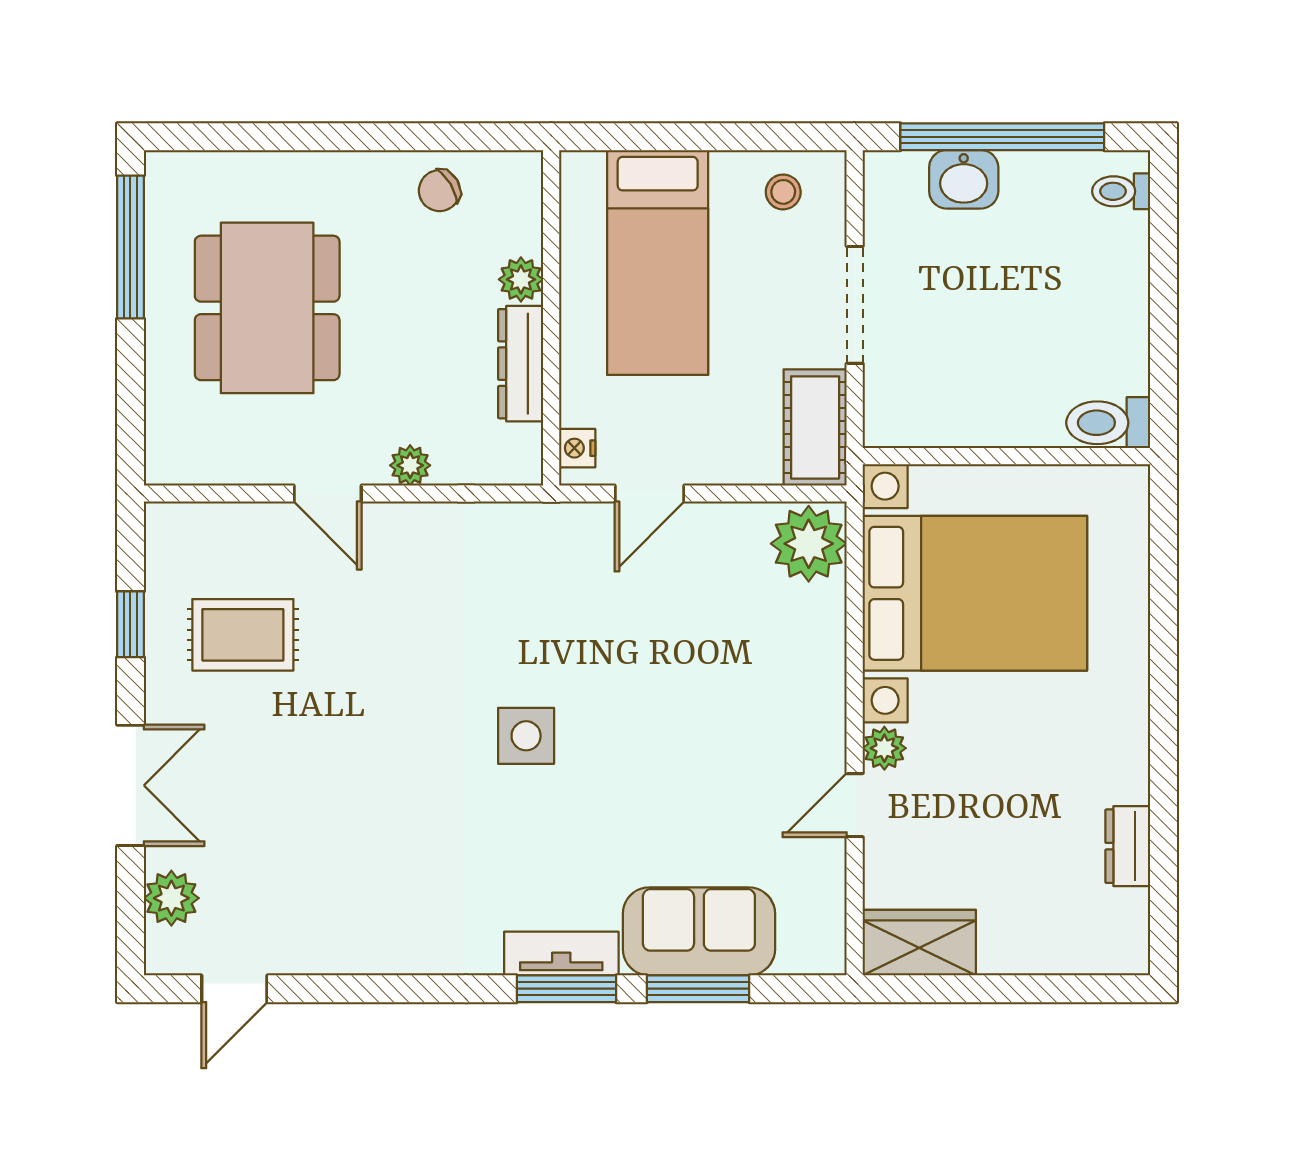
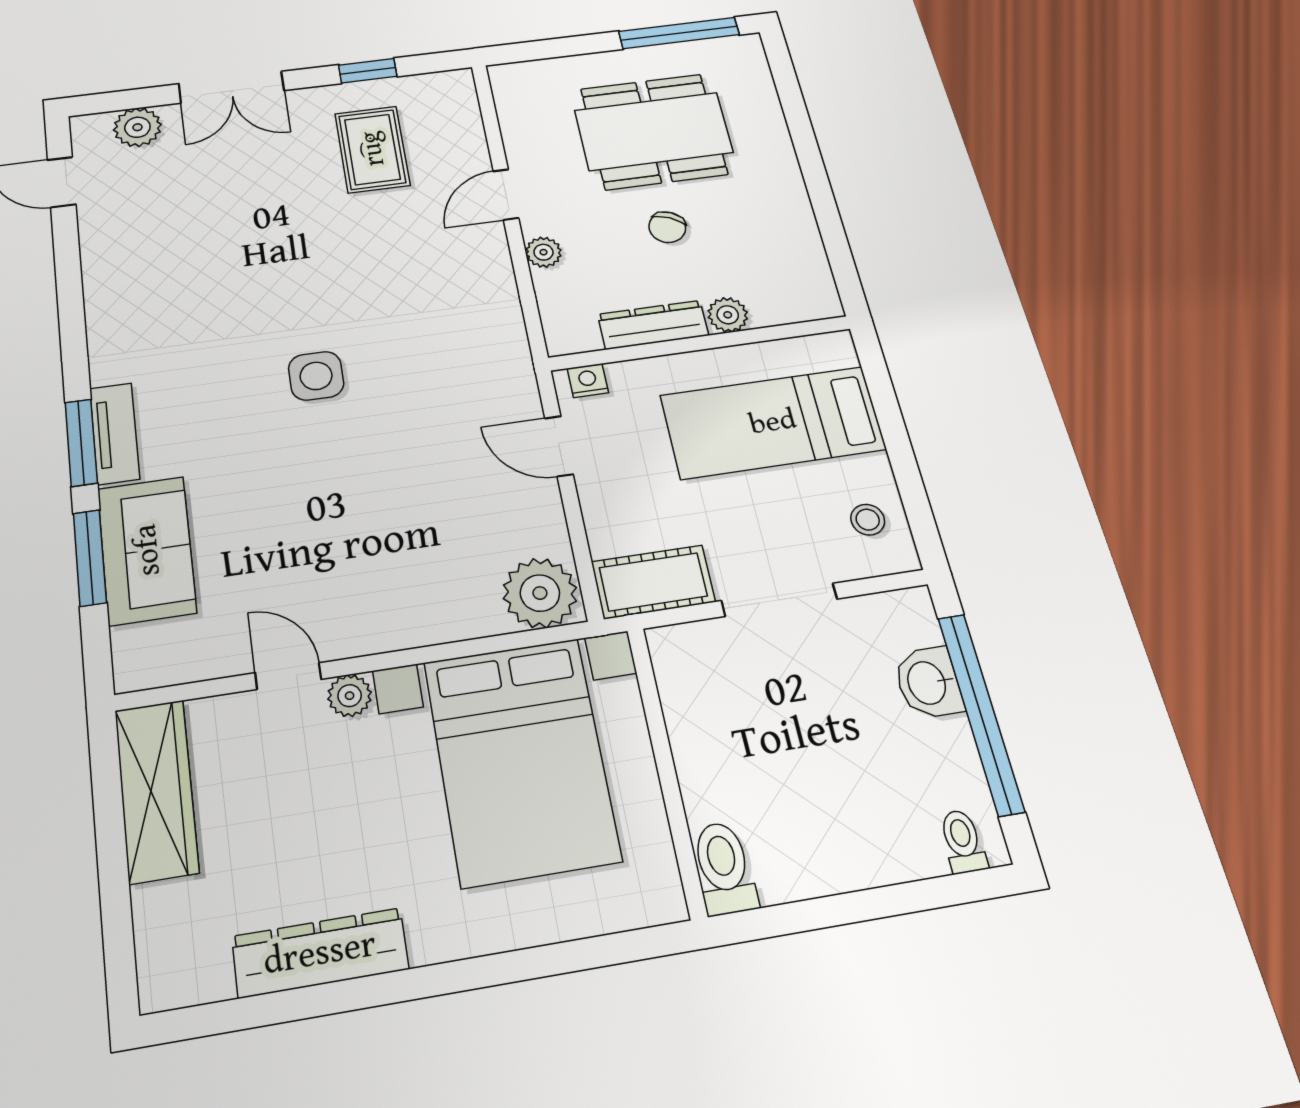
chair: (439, 191) -> (667, 227), moved, turned -124
dresser: (1128, 846) -> (320, 953), width x1.96, depth x1.24
wardrobe: (919, 943) -> (156, 790), width x1.50

